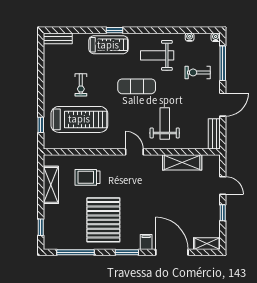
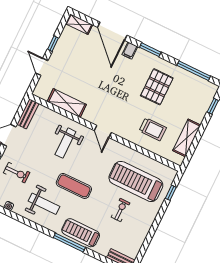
window: (115, 30) -> (69, 243), width x2.17
pallet: (103, 220) -> (157, 87), width x0.73, depth x0.71

